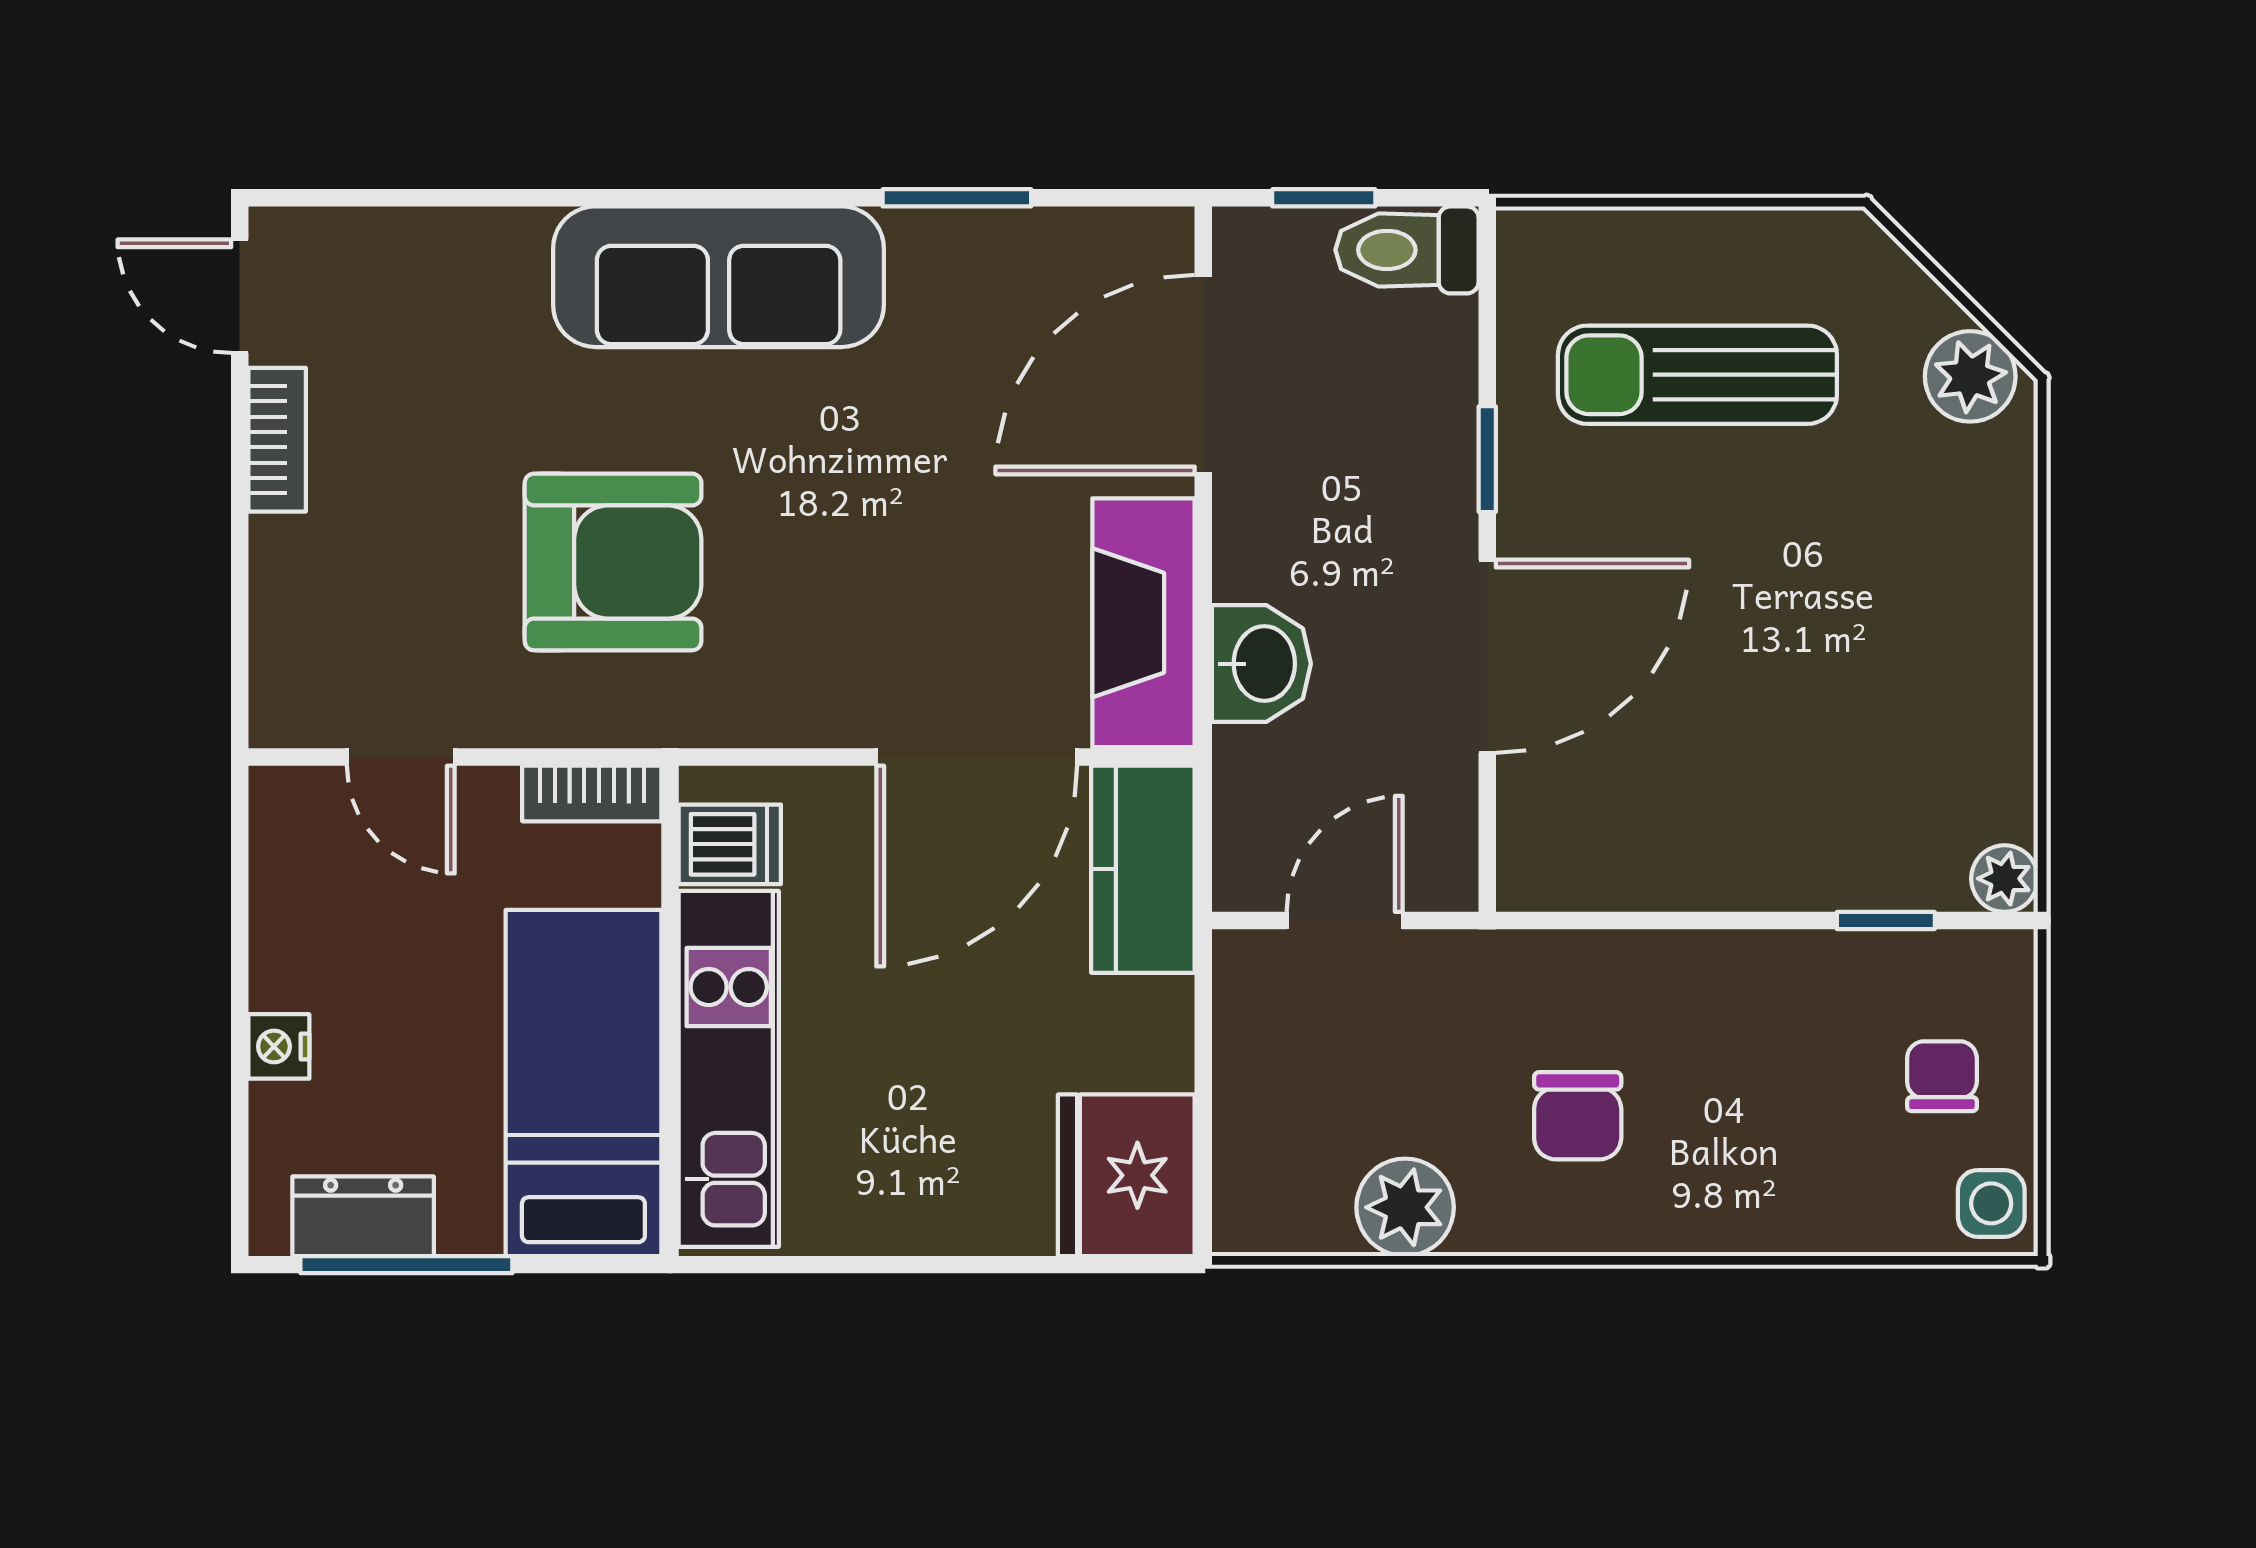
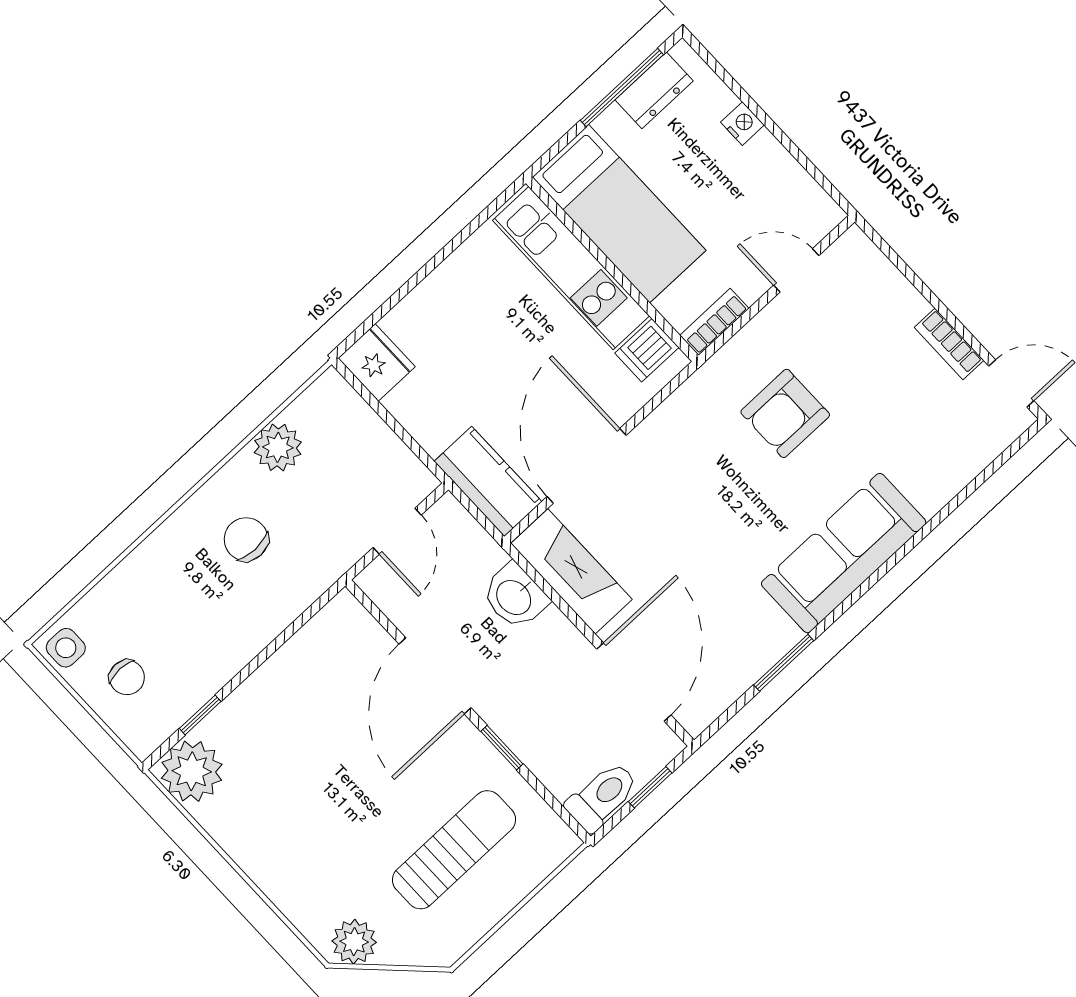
armchair: (613, 562) -> (785, 413), width x0.73, depth x0.73
plant: (2004, 879) -> (192, 771), width x1.88, depth x1.88
fridge: (1126, 1175) -> (377, 362), width x0.73, depth x0.75

